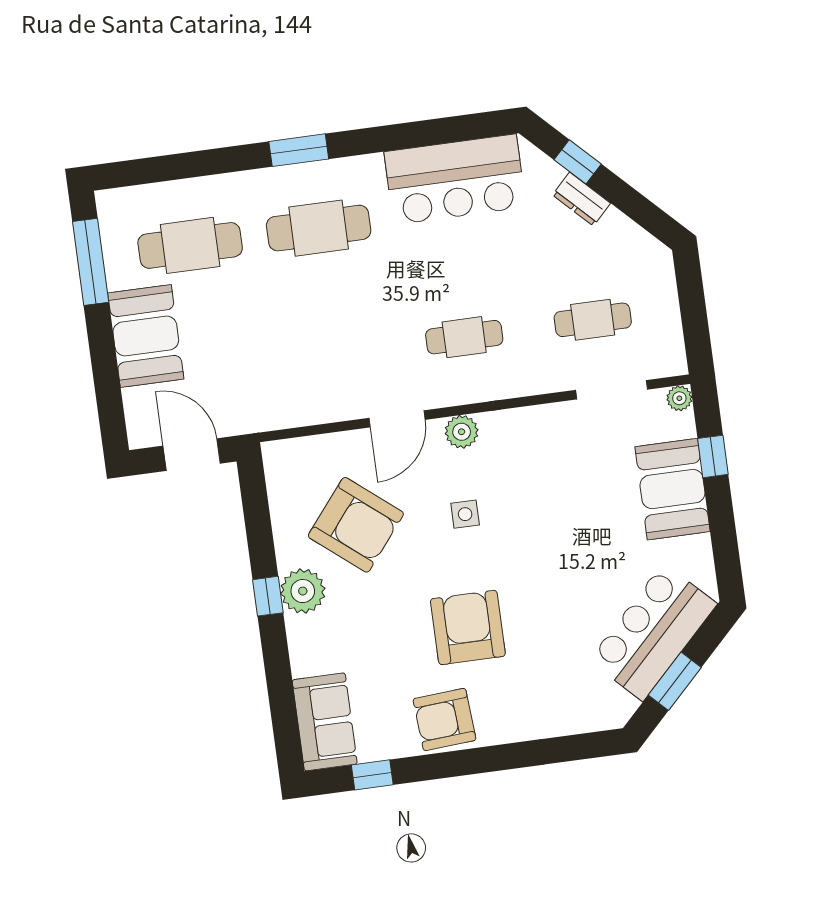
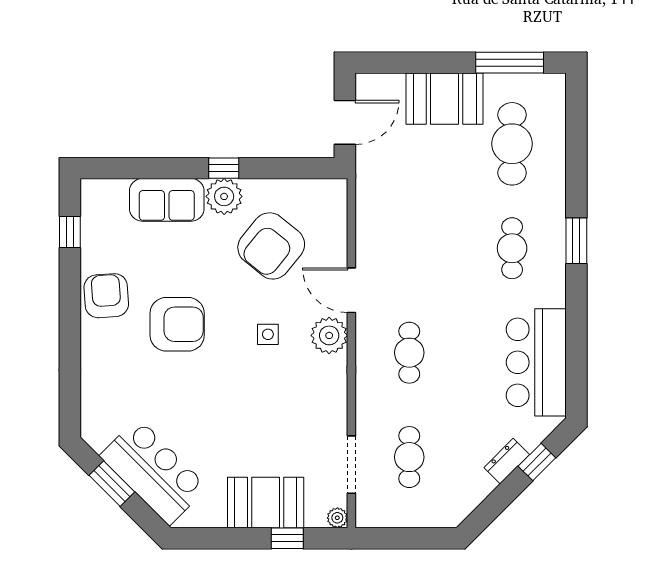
cafe table: (319, 228) -> (512, 248), width x0.73, depth x0.74
plant: (462, 432) -> (329, 335), width x1.36, depth x1.36
sofa: (325, 722) -> (167, 200), moved

